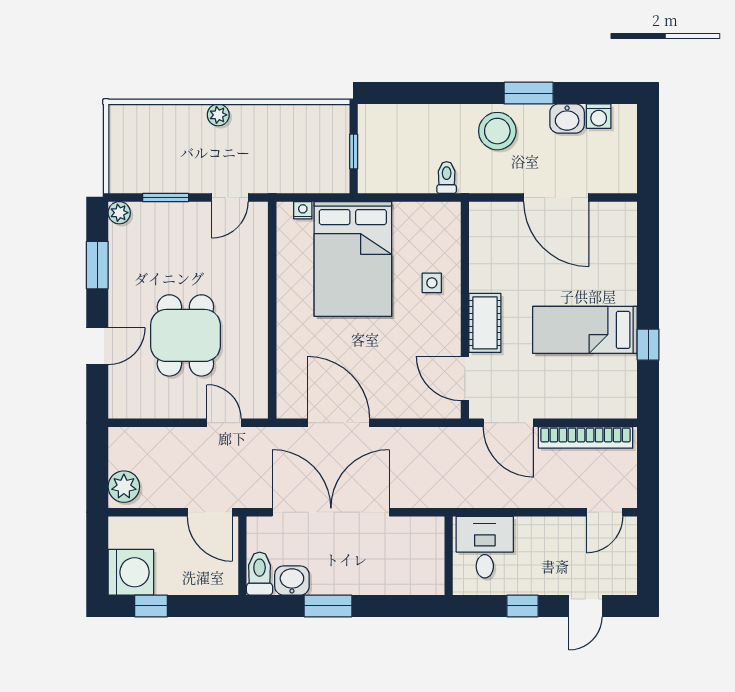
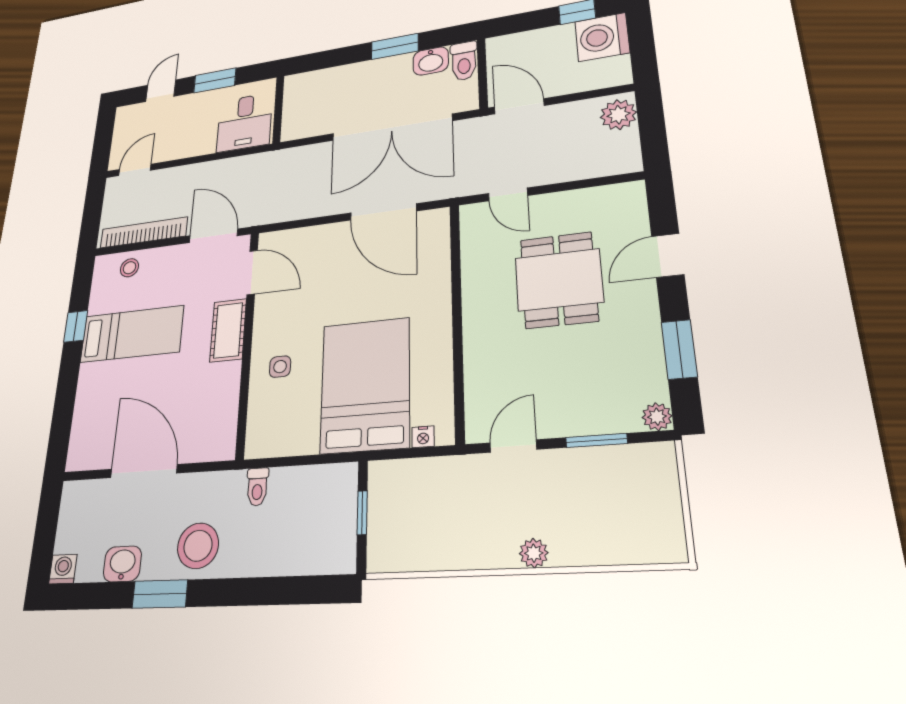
washing machine: (599, 116) -> (63, 569), moved
stool: (596, 400) -> (129, 268), added
window: (523, 606) -> (215, 80), width x1.50

